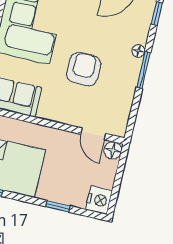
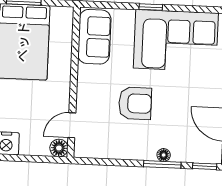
window: (144, 70) -> (162, 164), moved

